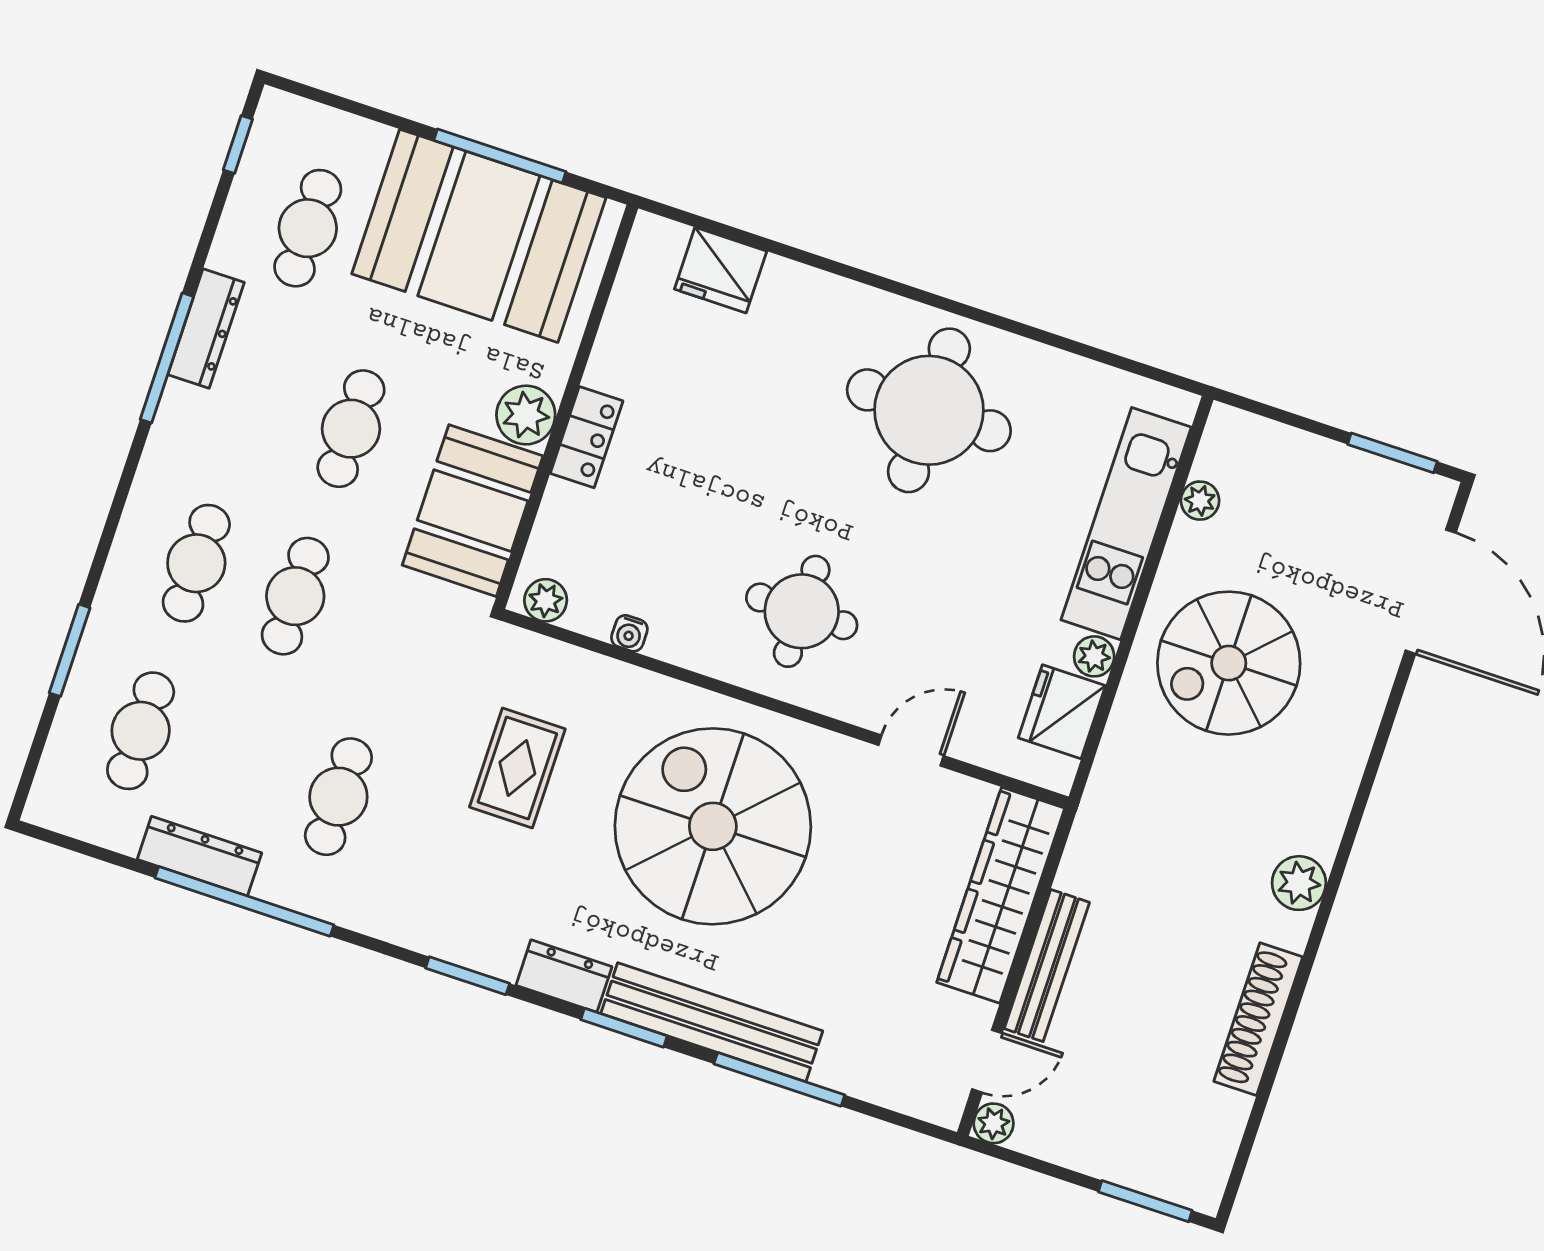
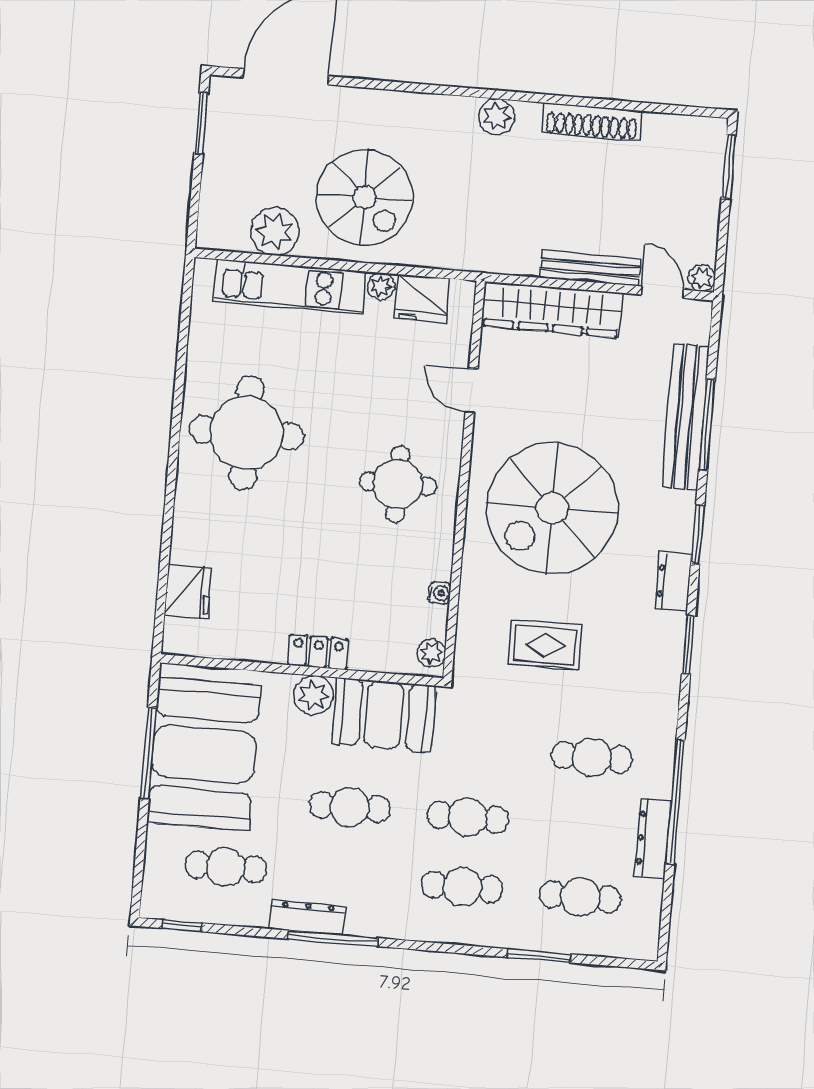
plant: (1200, 501) -> (275, 231), width x1.88, depth x1.88
bench: (712, 1022) -> (685, 417), moved

